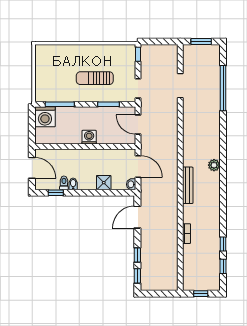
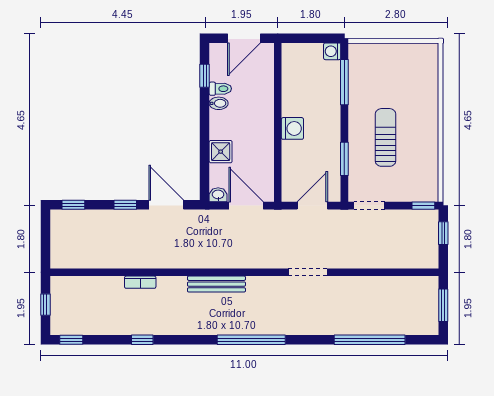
window: (155, 42) -> (443, 233), added
doorway: (180, 86) -> (308, 272), moved
washing machine: (45, 117) -> (332, 51), width x0.53, depth x0.53
window: (223, 163) -> (251, 340), added
plant: (214, 165) -> (248, 326), removed
door: (138, 167) -> (246, 206), swing flipped
window: (223, 244) -> (142, 340), moved
window: (137, 255) -> (125, 205), moved
window: (223, 266) -> (71, 340), moved

